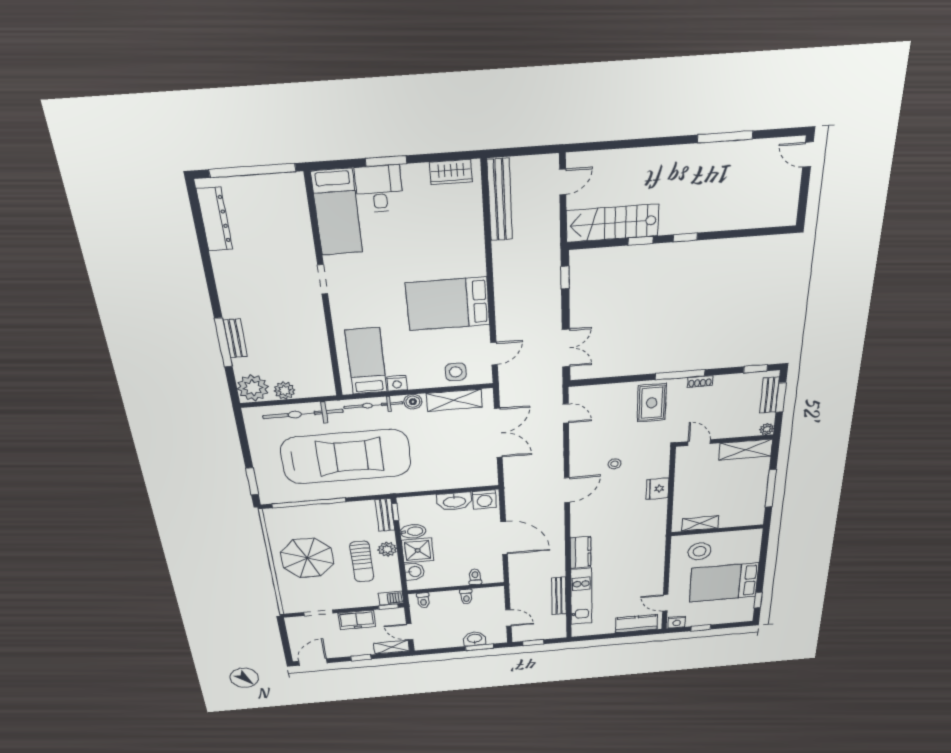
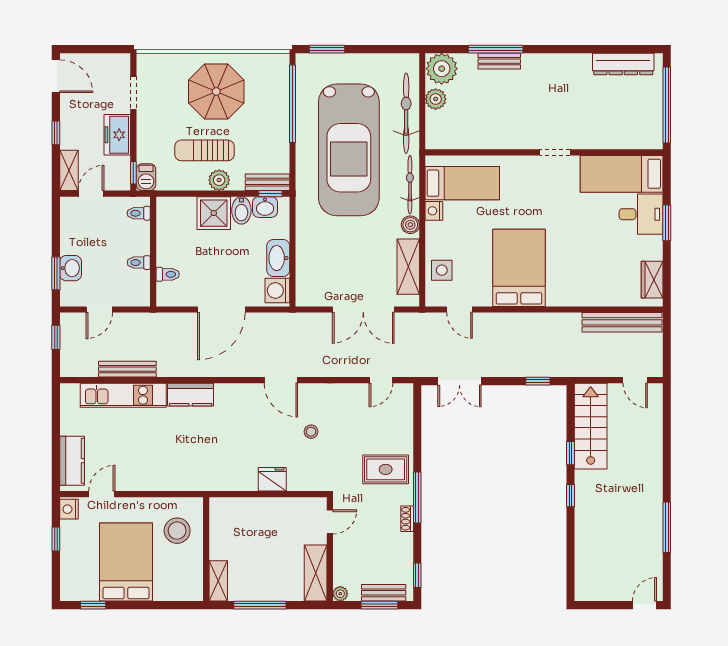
shelving: (700, 523) -> (218, 581), moved
washbasin: (414, 572) -> (265, 207), moved

